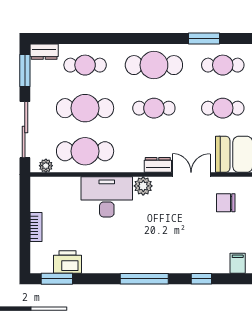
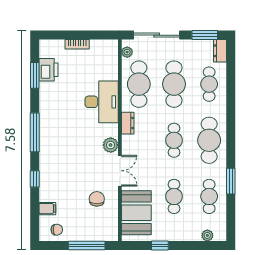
dresser: (158, 165) -> (128, 123), moved
plant: (143, 186) -> (111, 145), moved
window: (57, 279) -> (35, 75), moved

